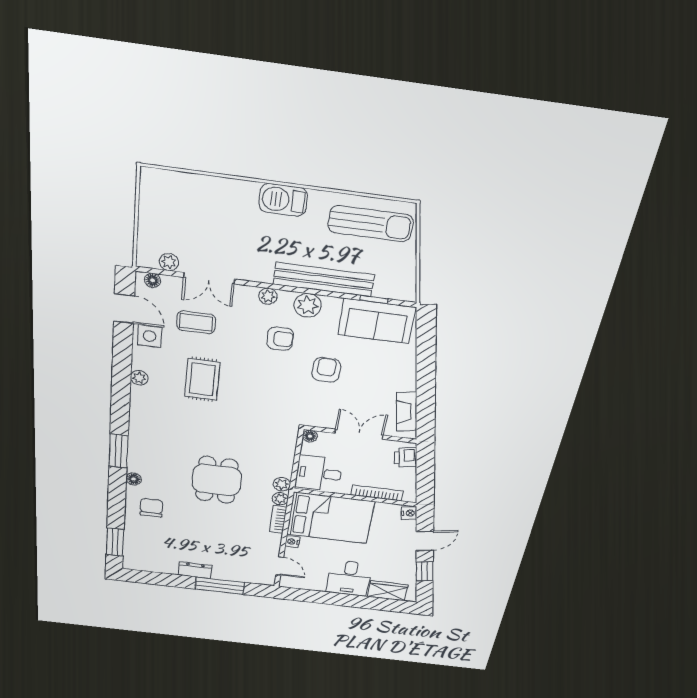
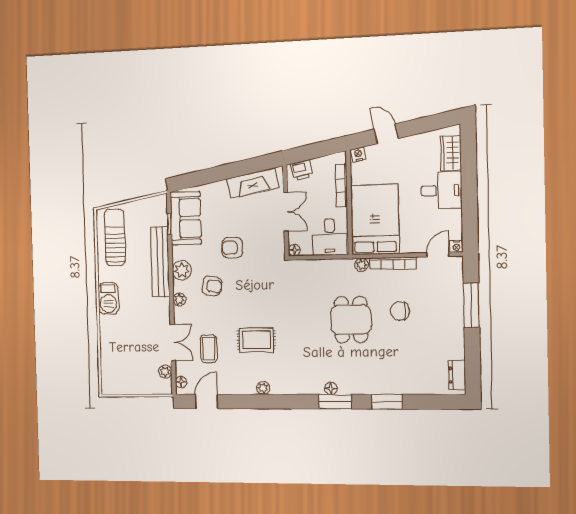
side table: (150, 336) -> (226, 382), removed
armchair: (280, 339) -> (212, 286), turned 100
fireplace: (407, 412) -> (253, 183), width x1.37, depth x1.32
double door: (359, 434) -> (286, 212), swing flipped
floor lamp: (134, 479) -> (331, 388), moved
dining table: (217, 480) -> (351, 320), turned 90
plant: (282, 484) -> (346, 266), removed
chair: (151, 508) -> (400, 311), moved
bookcase: (278, 520) -> (393, 263), width x1.56
window: (115, 542) -> (387, 402), moved
nightstand: (292, 542) -> (456, 246), moved
dresser: (195, 570) -> (457, 375), moved
window: (425, 571) -> (421, 125), removed

